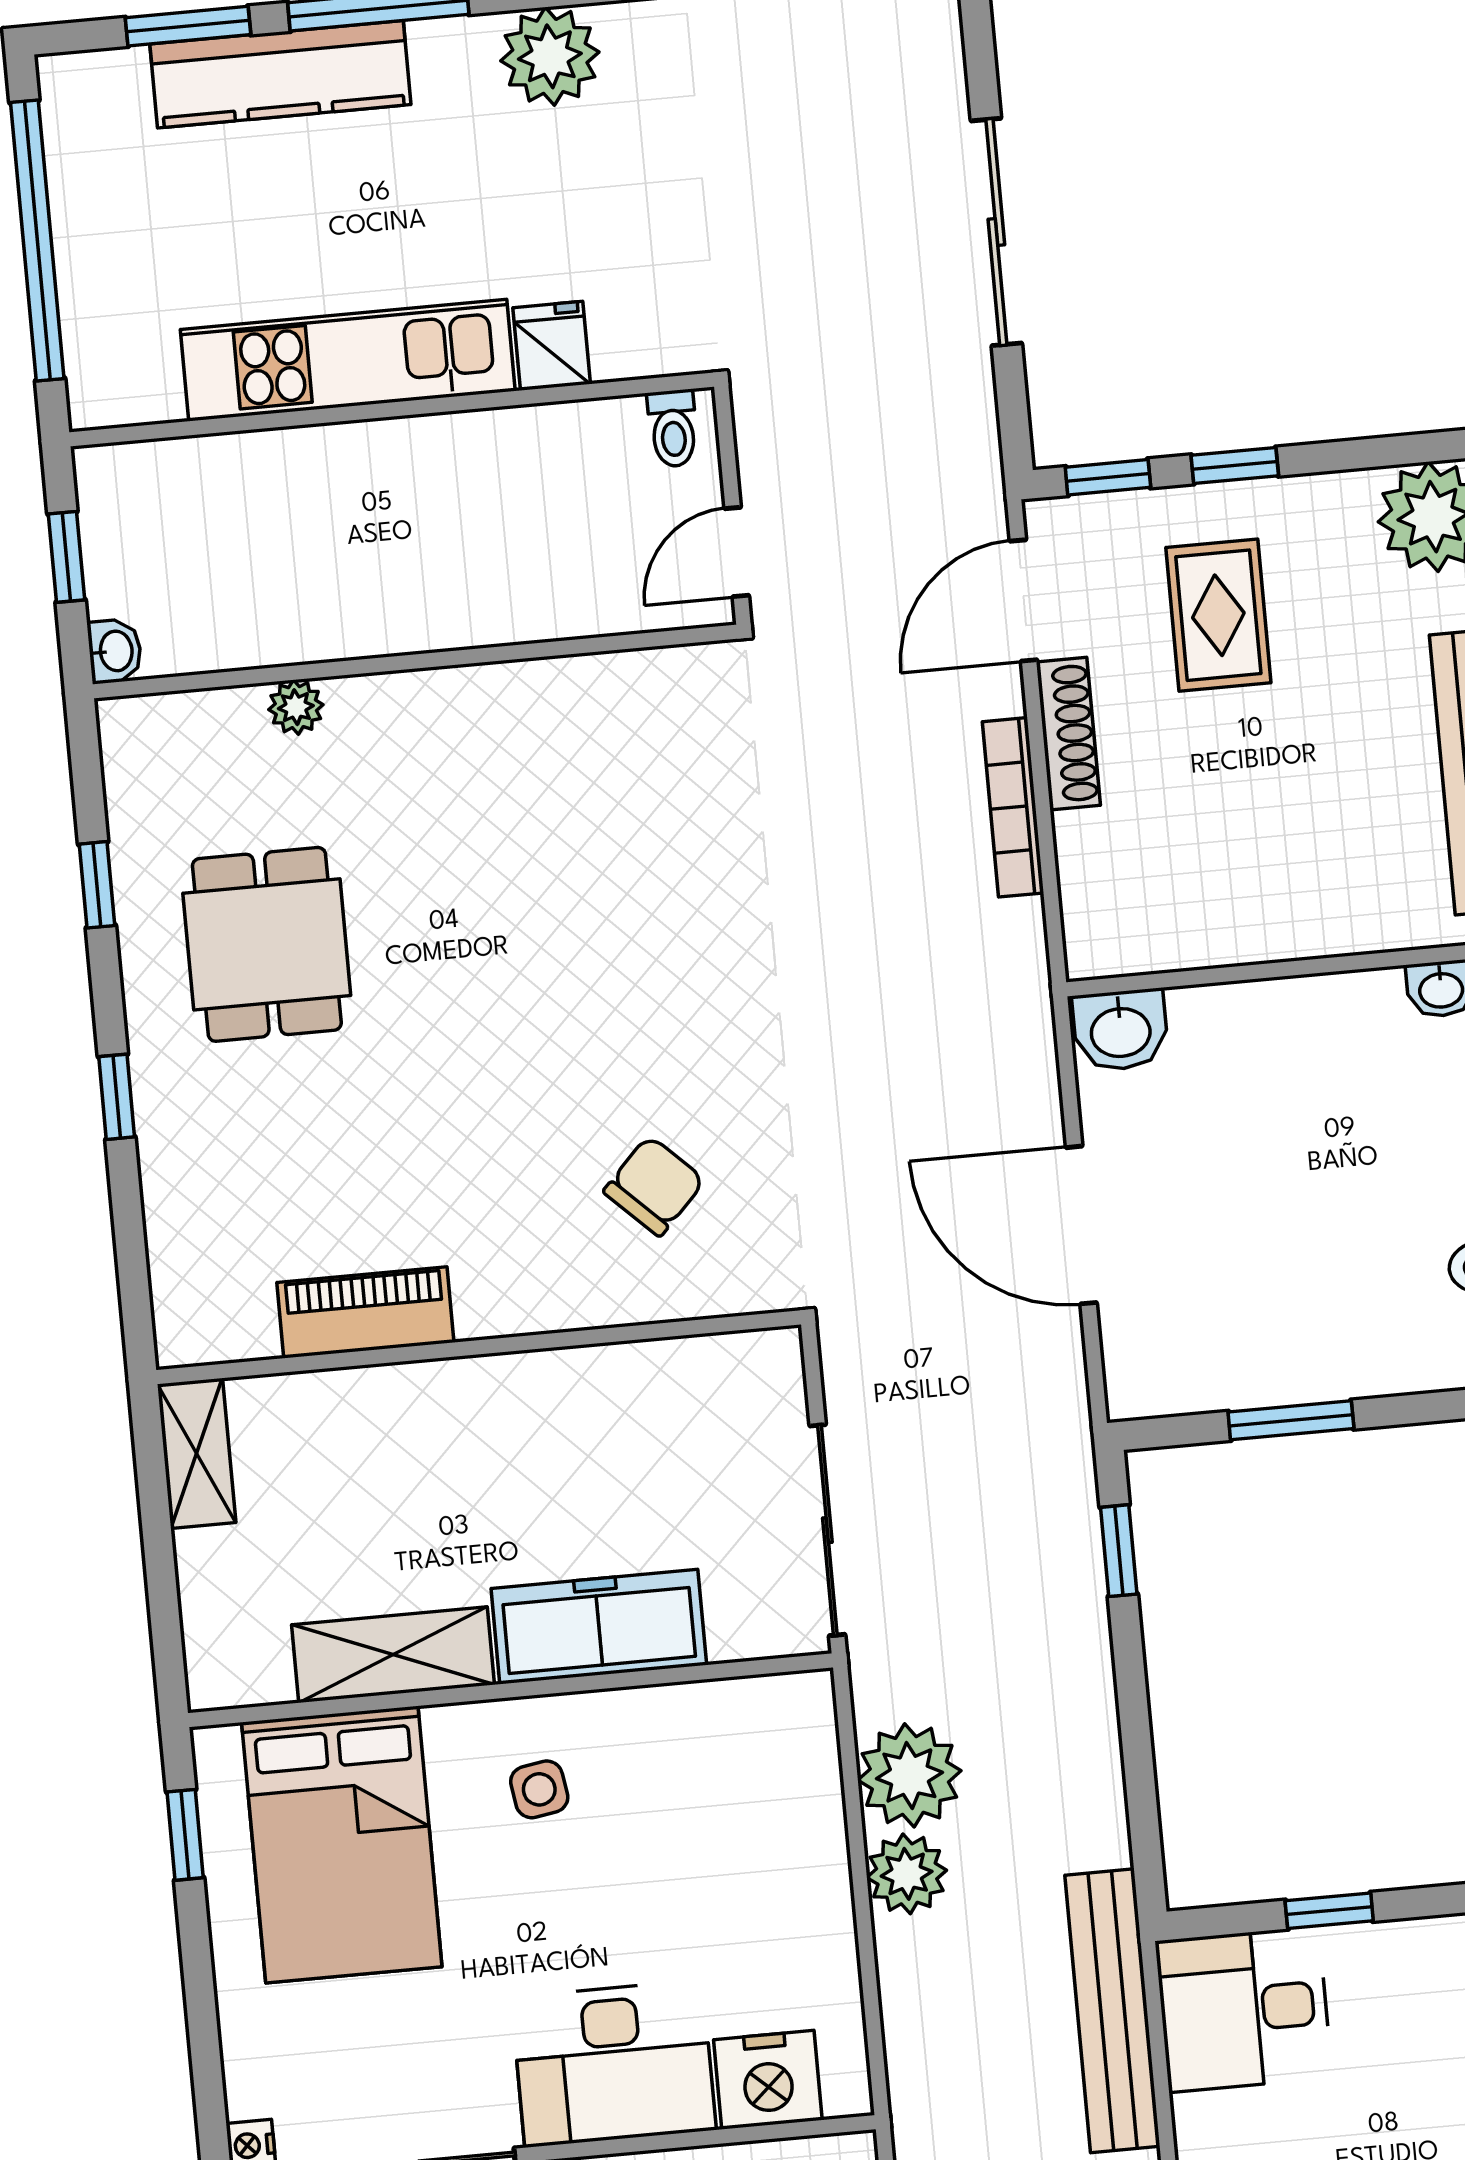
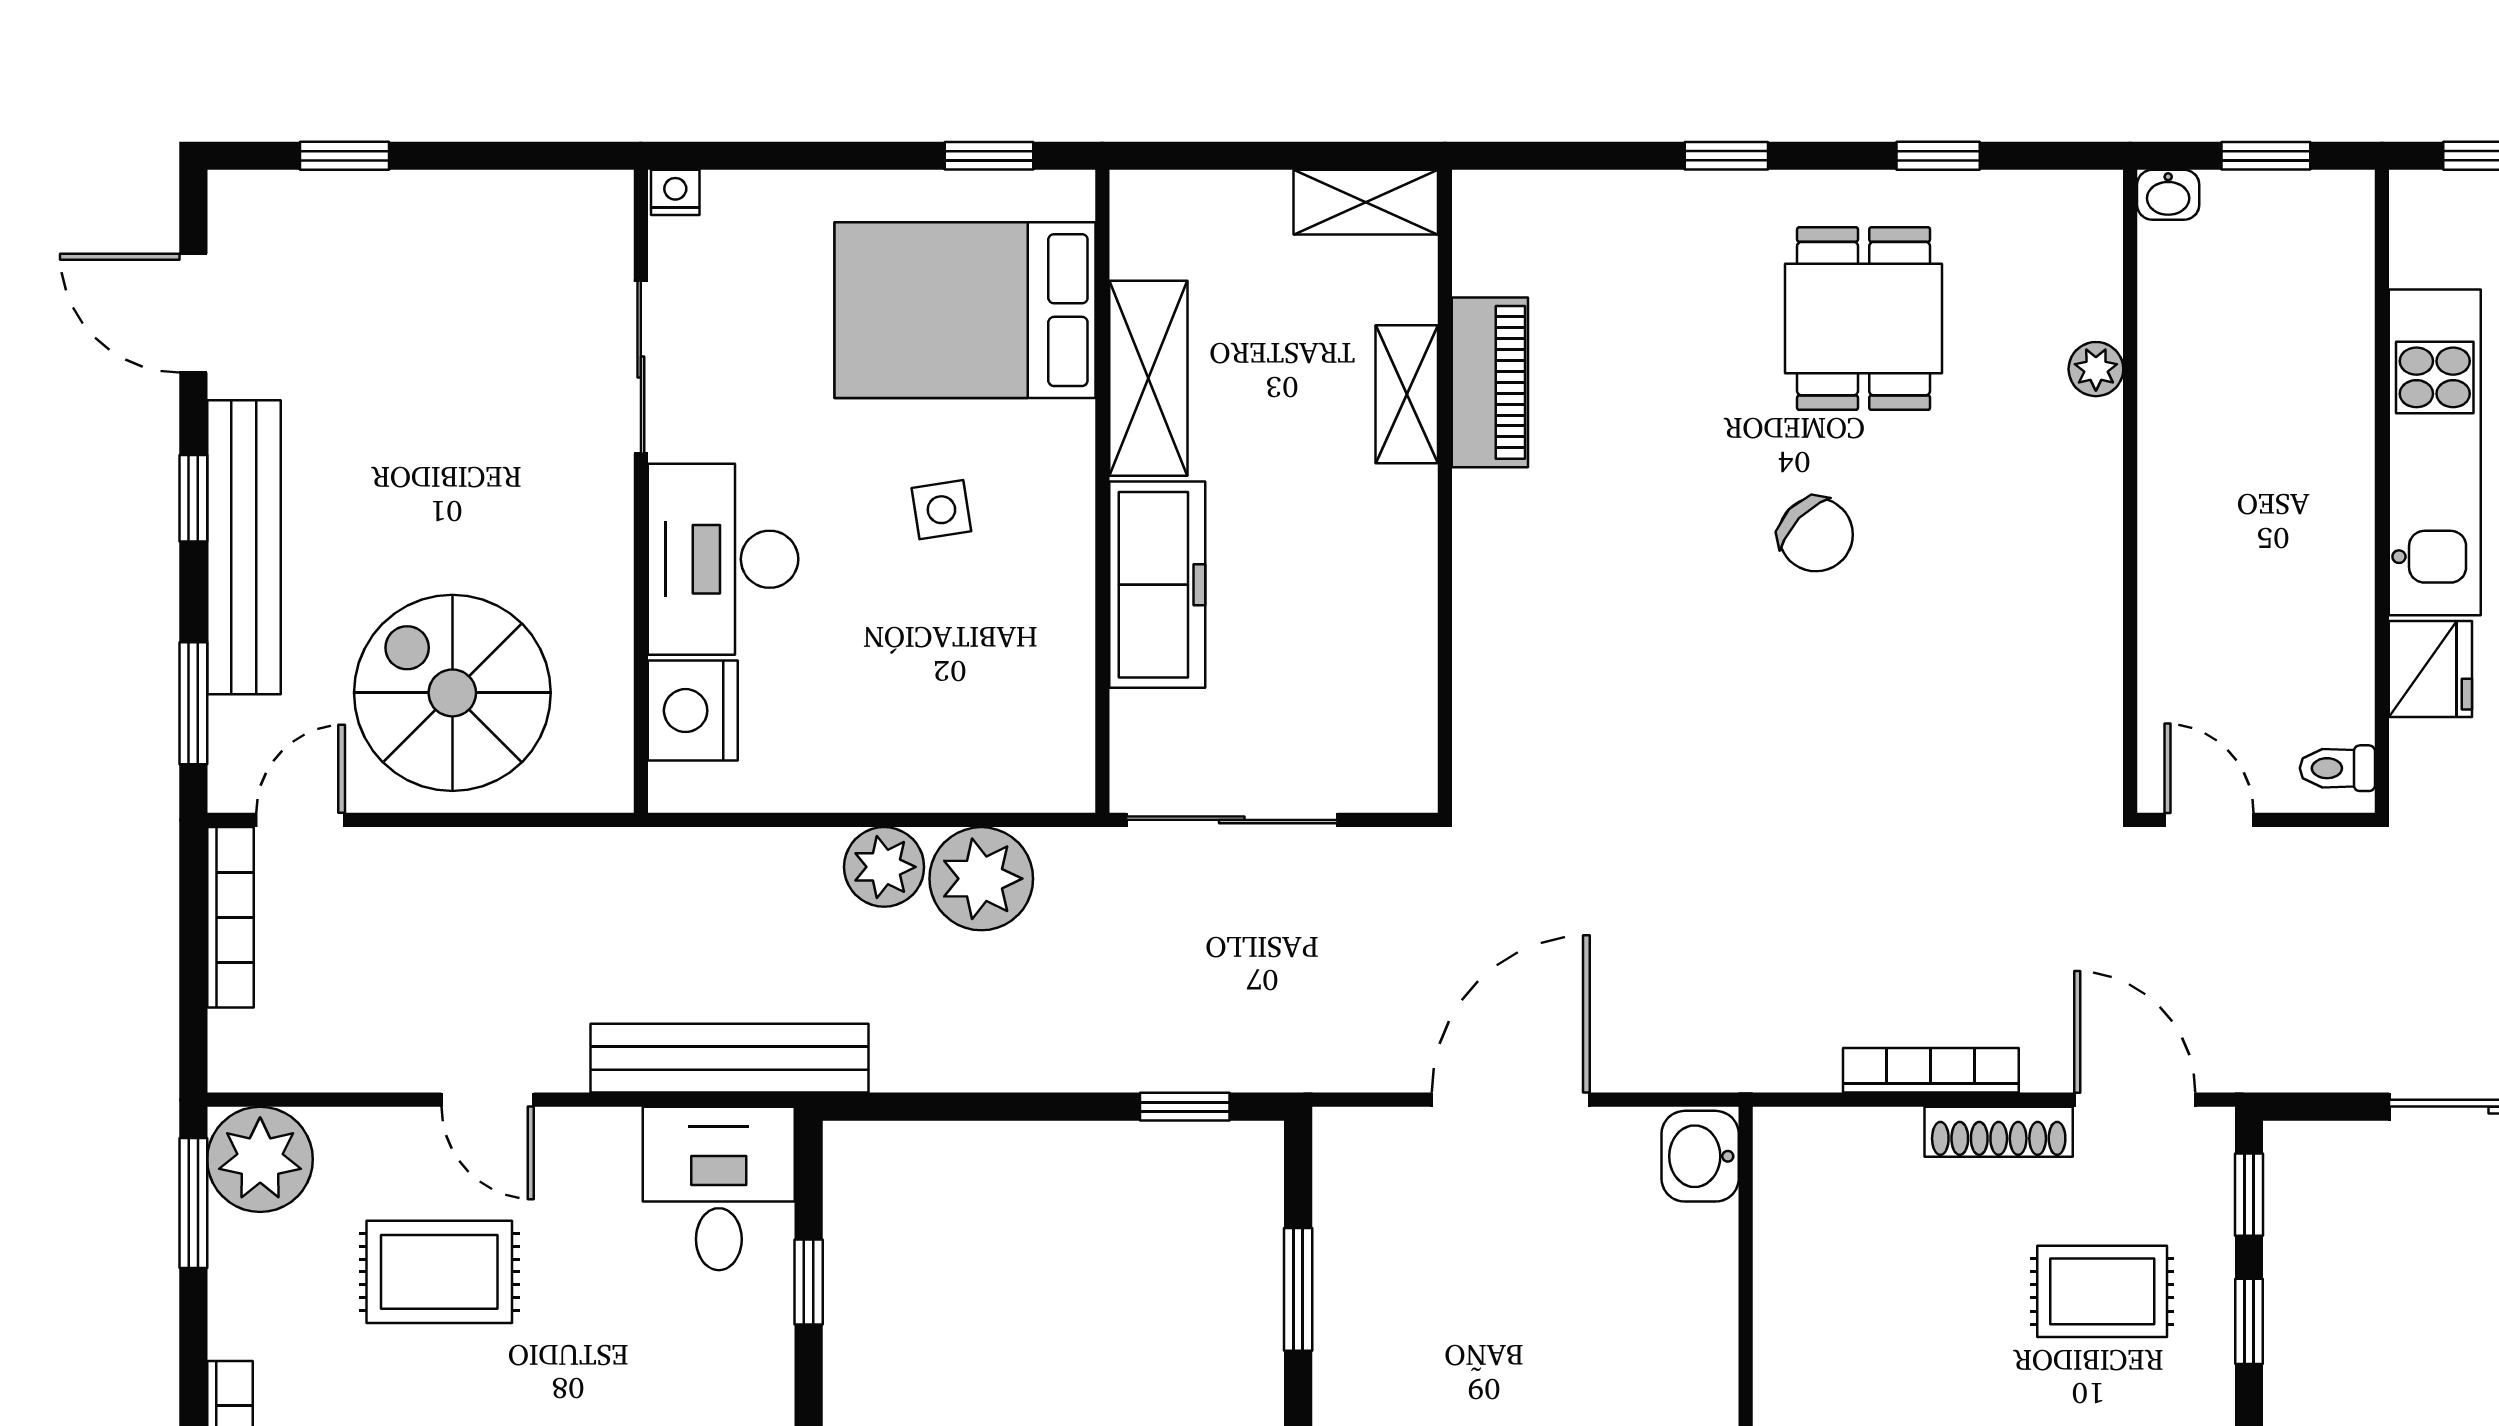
fridge: (552, 346) -> (2430, 669), width x1.38
dining table: (267, 944) -> (1864, 319), turned 90
chair: (654, 1186) -> (1816, 535), moved
shelving: (385, 1395) -> (1407, 394), added
side table: (539, 1789) -> (941, 510), moved

